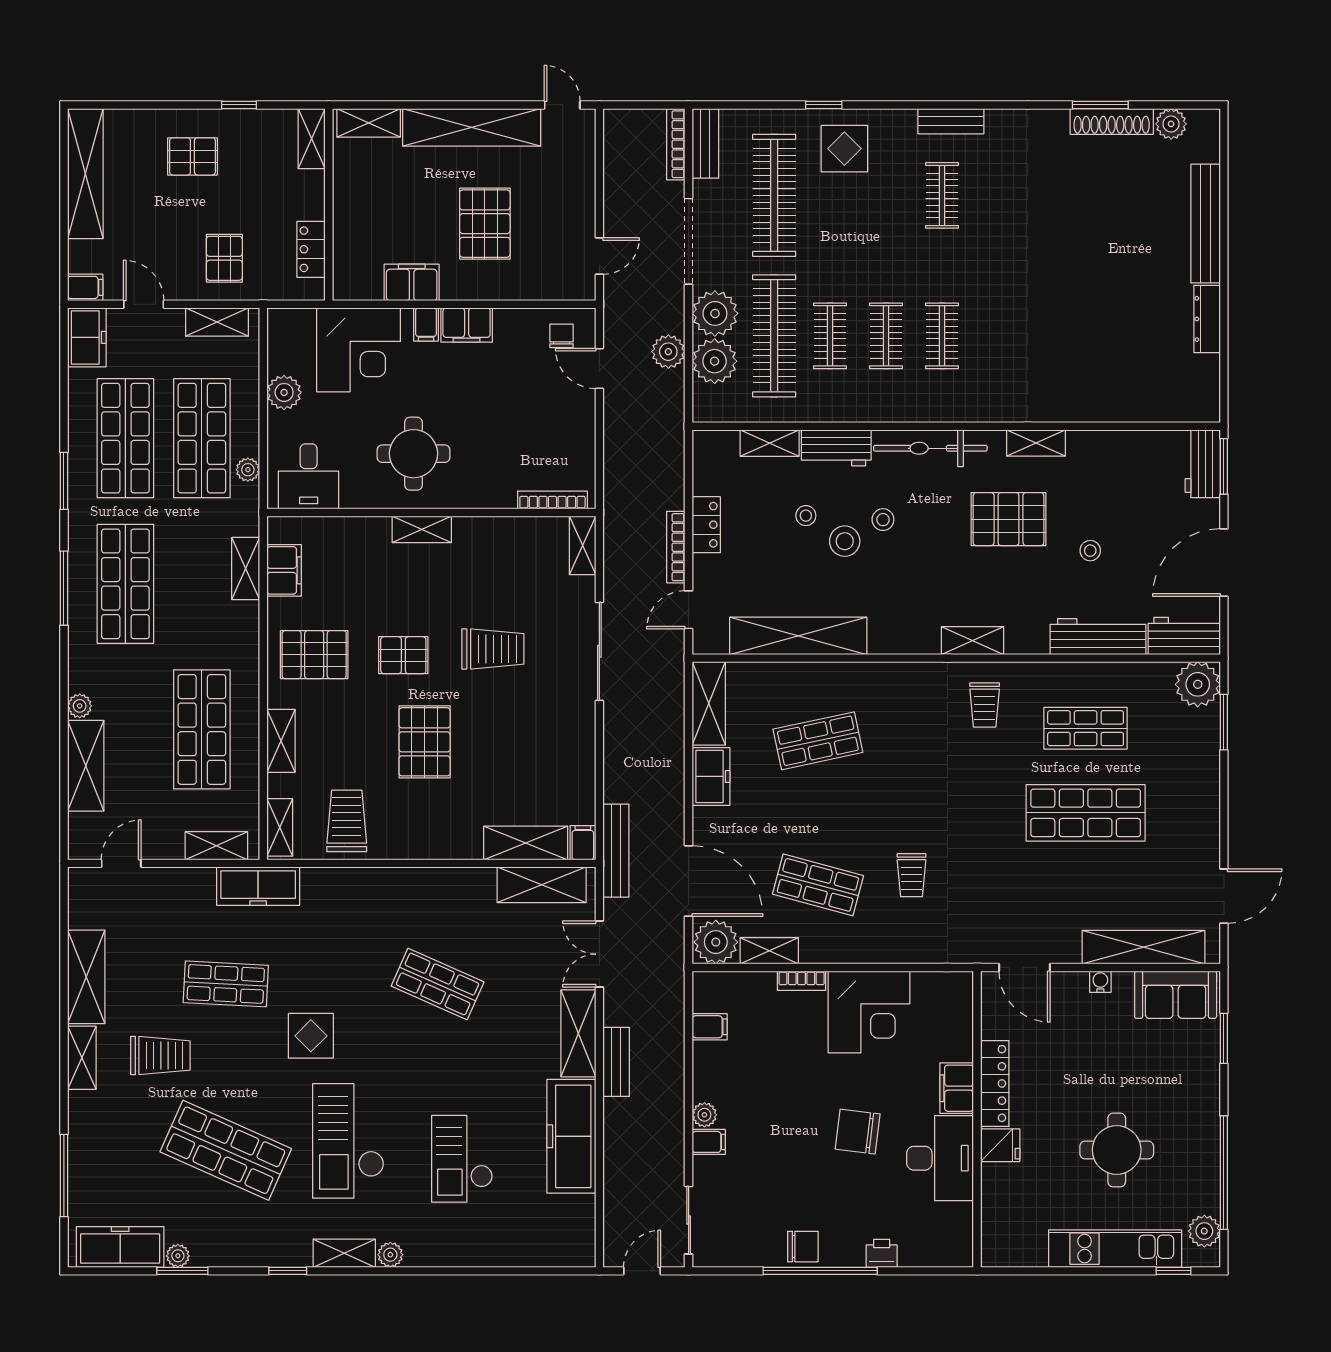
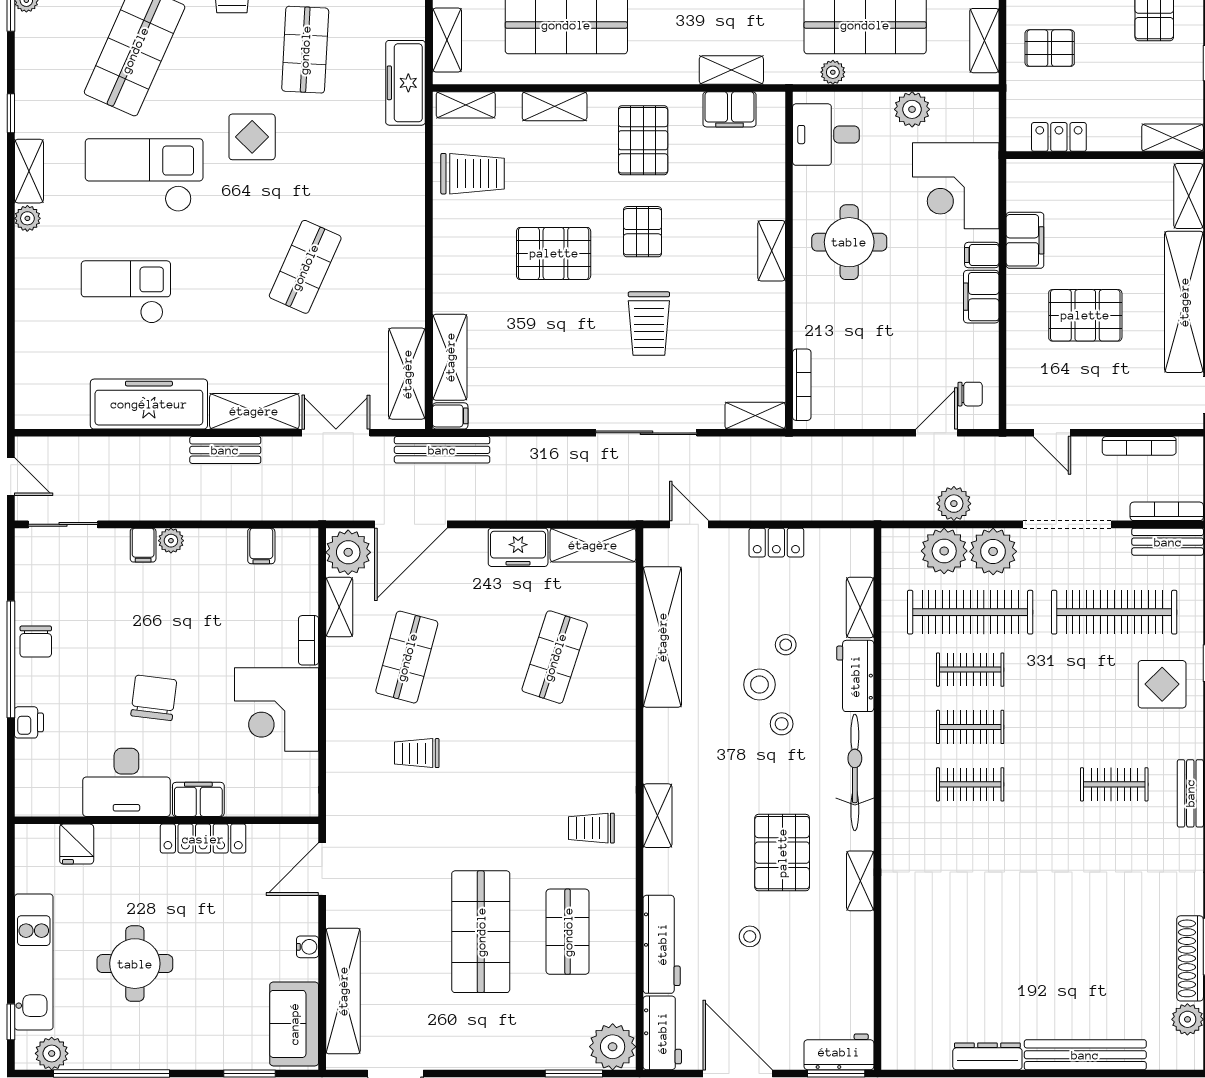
bookcase: (676, 547) -> (1139, 446), moved, turned 180
shop shelf: (818, 741) -> (555, 657), turned 30
fridge: (1000, 1145) -> (77, 844), moved

